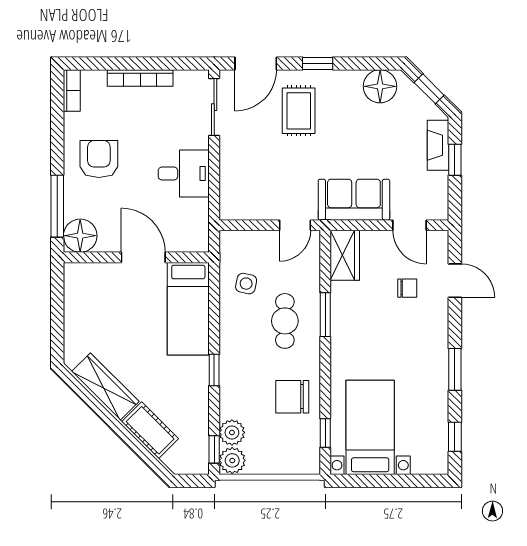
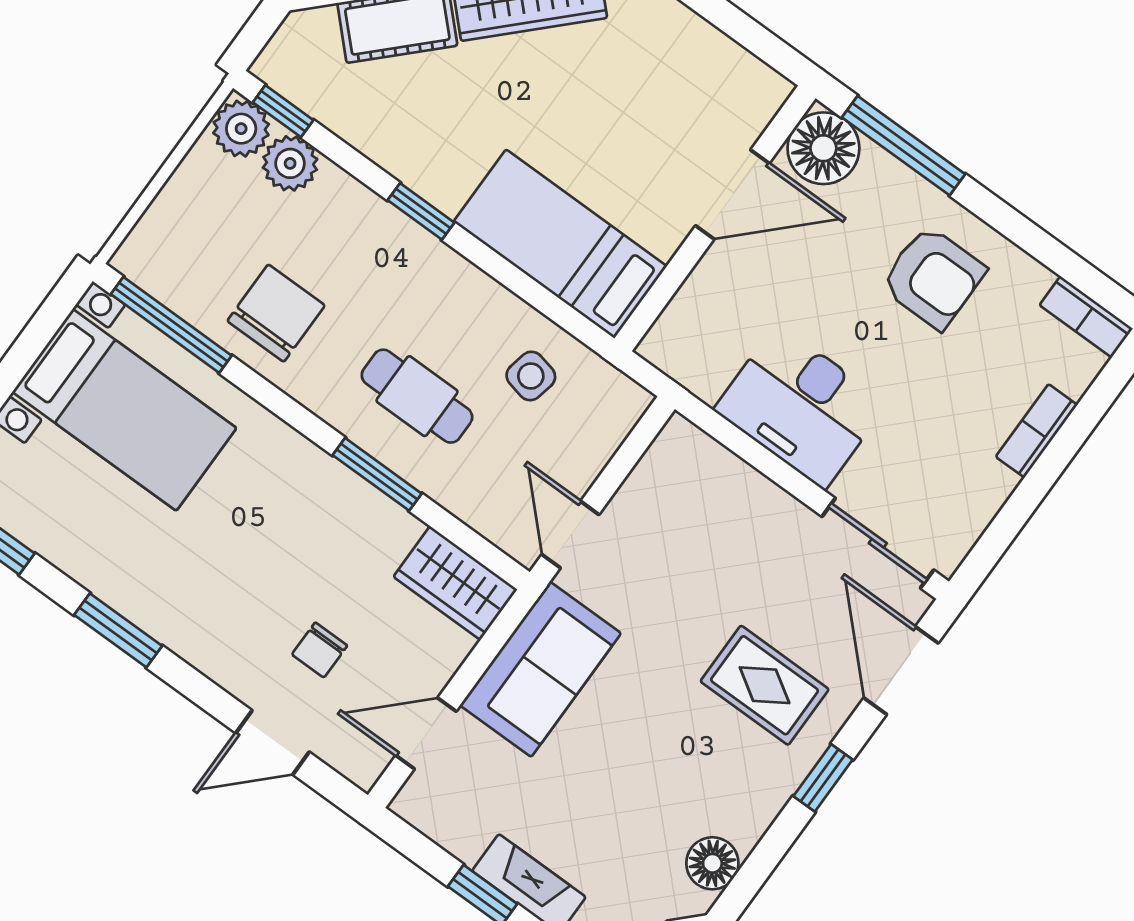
bookcase: (140, 78) -> (1036, 431), width x0.64
floor lamp: (380, 86) -> (712, 863), width x0.73, depth x0.73
desk: (184, 174) -> (801, 407), width x1.37
door: (143, 257) -> (732, 194), moved
window: (325, 433) -> (171, 325), width x2.17

